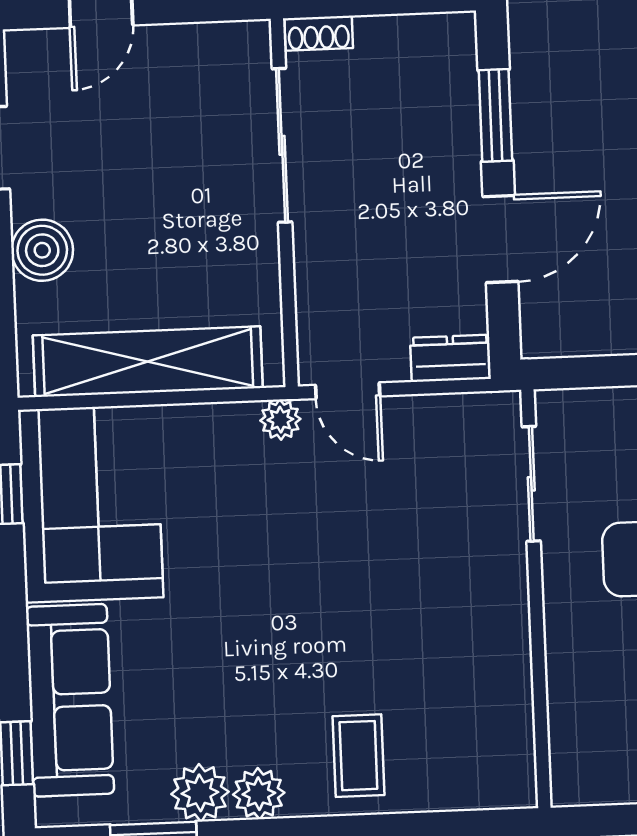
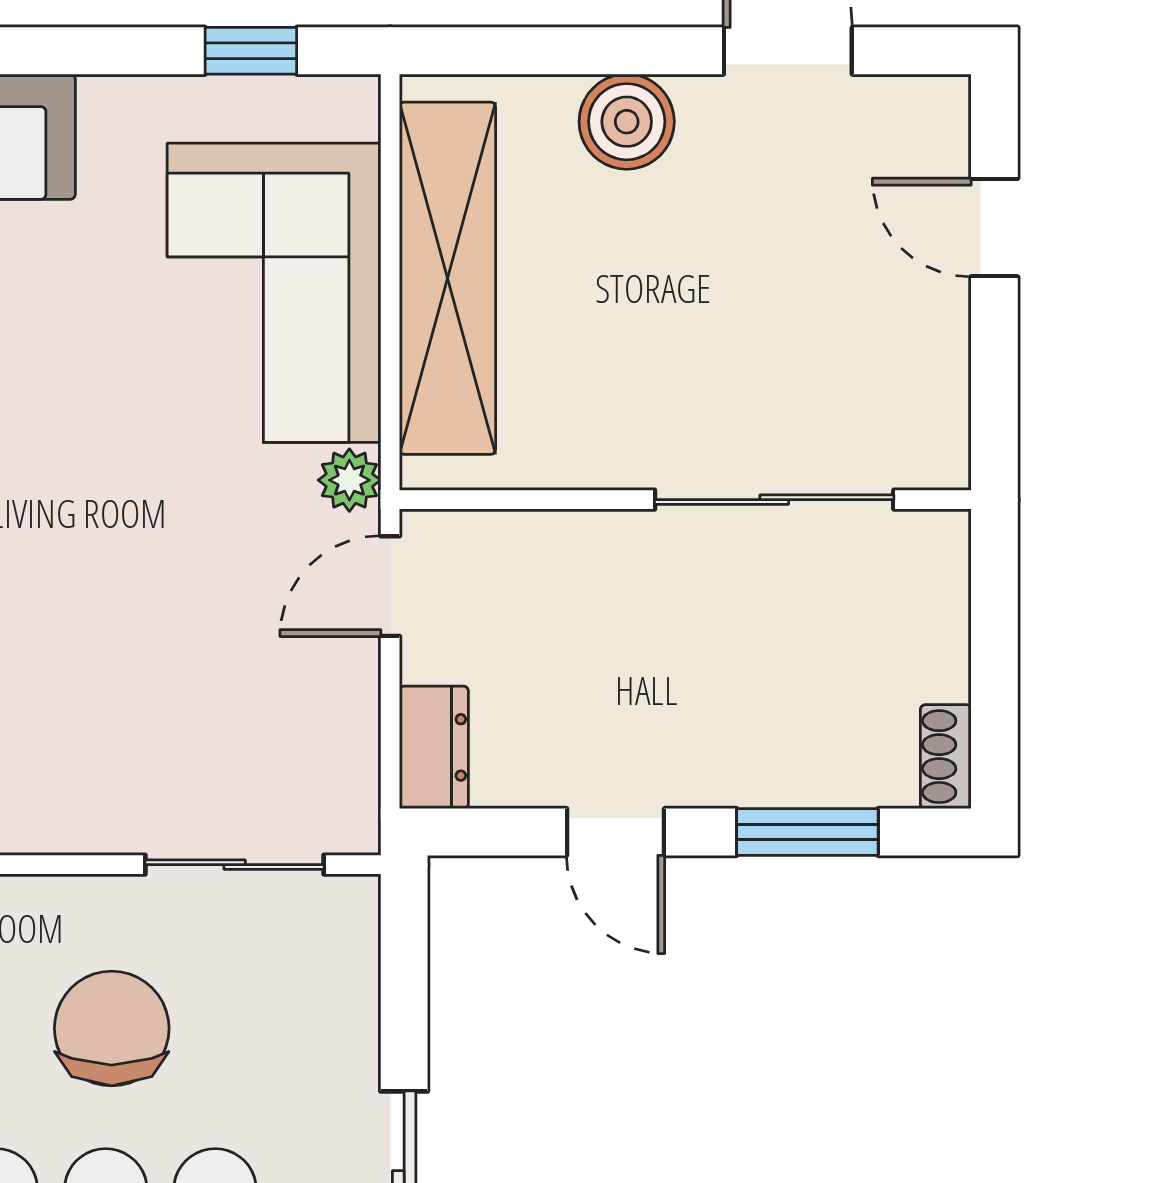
shoe rack: (319, 33) -> (946, 757), moved
door: (500, 239) -> (616, 832), width x0.73
corner sofa: (91, 504) -> (274, 293), moved, turned 90

